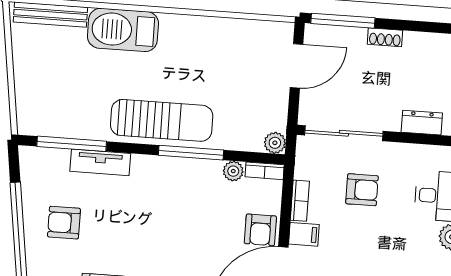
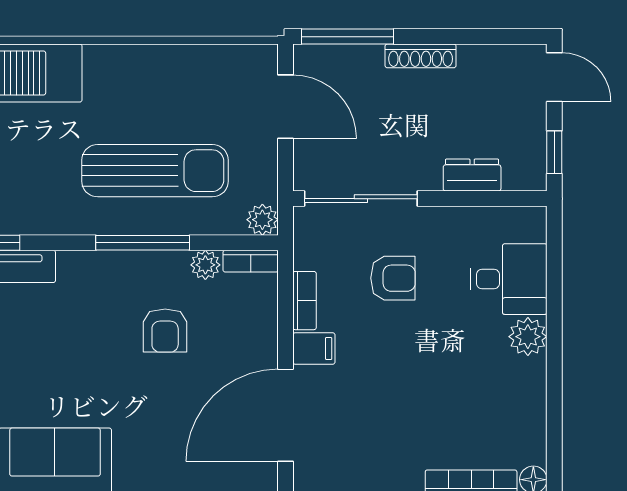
shoe rack: (385, 37) -> (421, 56), width x1.43
door: (297, 66) -> (285, 107), hinge flipped
sun lounger: (162, 120) -> (155, 171), moved
armchair: (260, 230) -> (165, 331), moved

